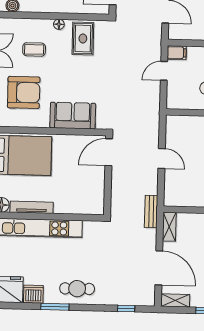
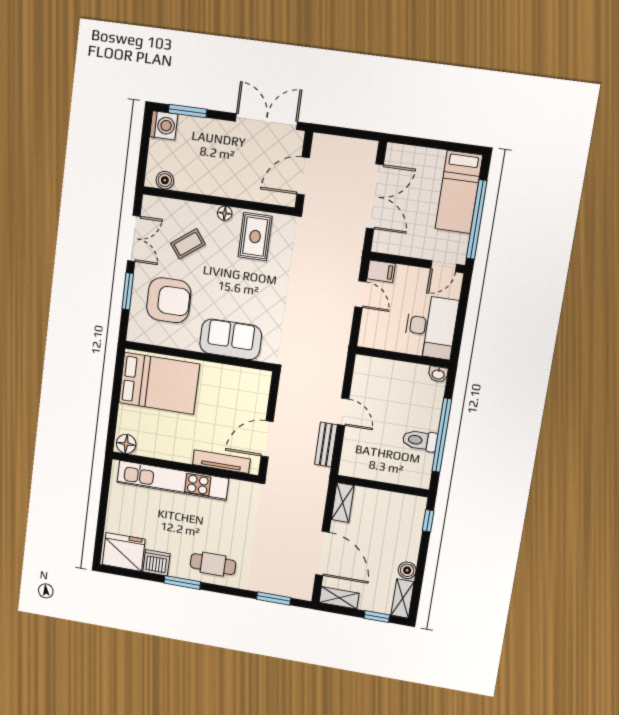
coffee table: (34, 49) -> (188, 244), turned -37
door: (164, 71) -> (360, 294), swing flipped
door: (109, 152) -> (267, 439), moved
tv unit: (32, 207) -> (221, 462), moved
bench: (151, 211) -> (326, 445), moved
window: (126, 309) -> (274, 598), width x1.50

